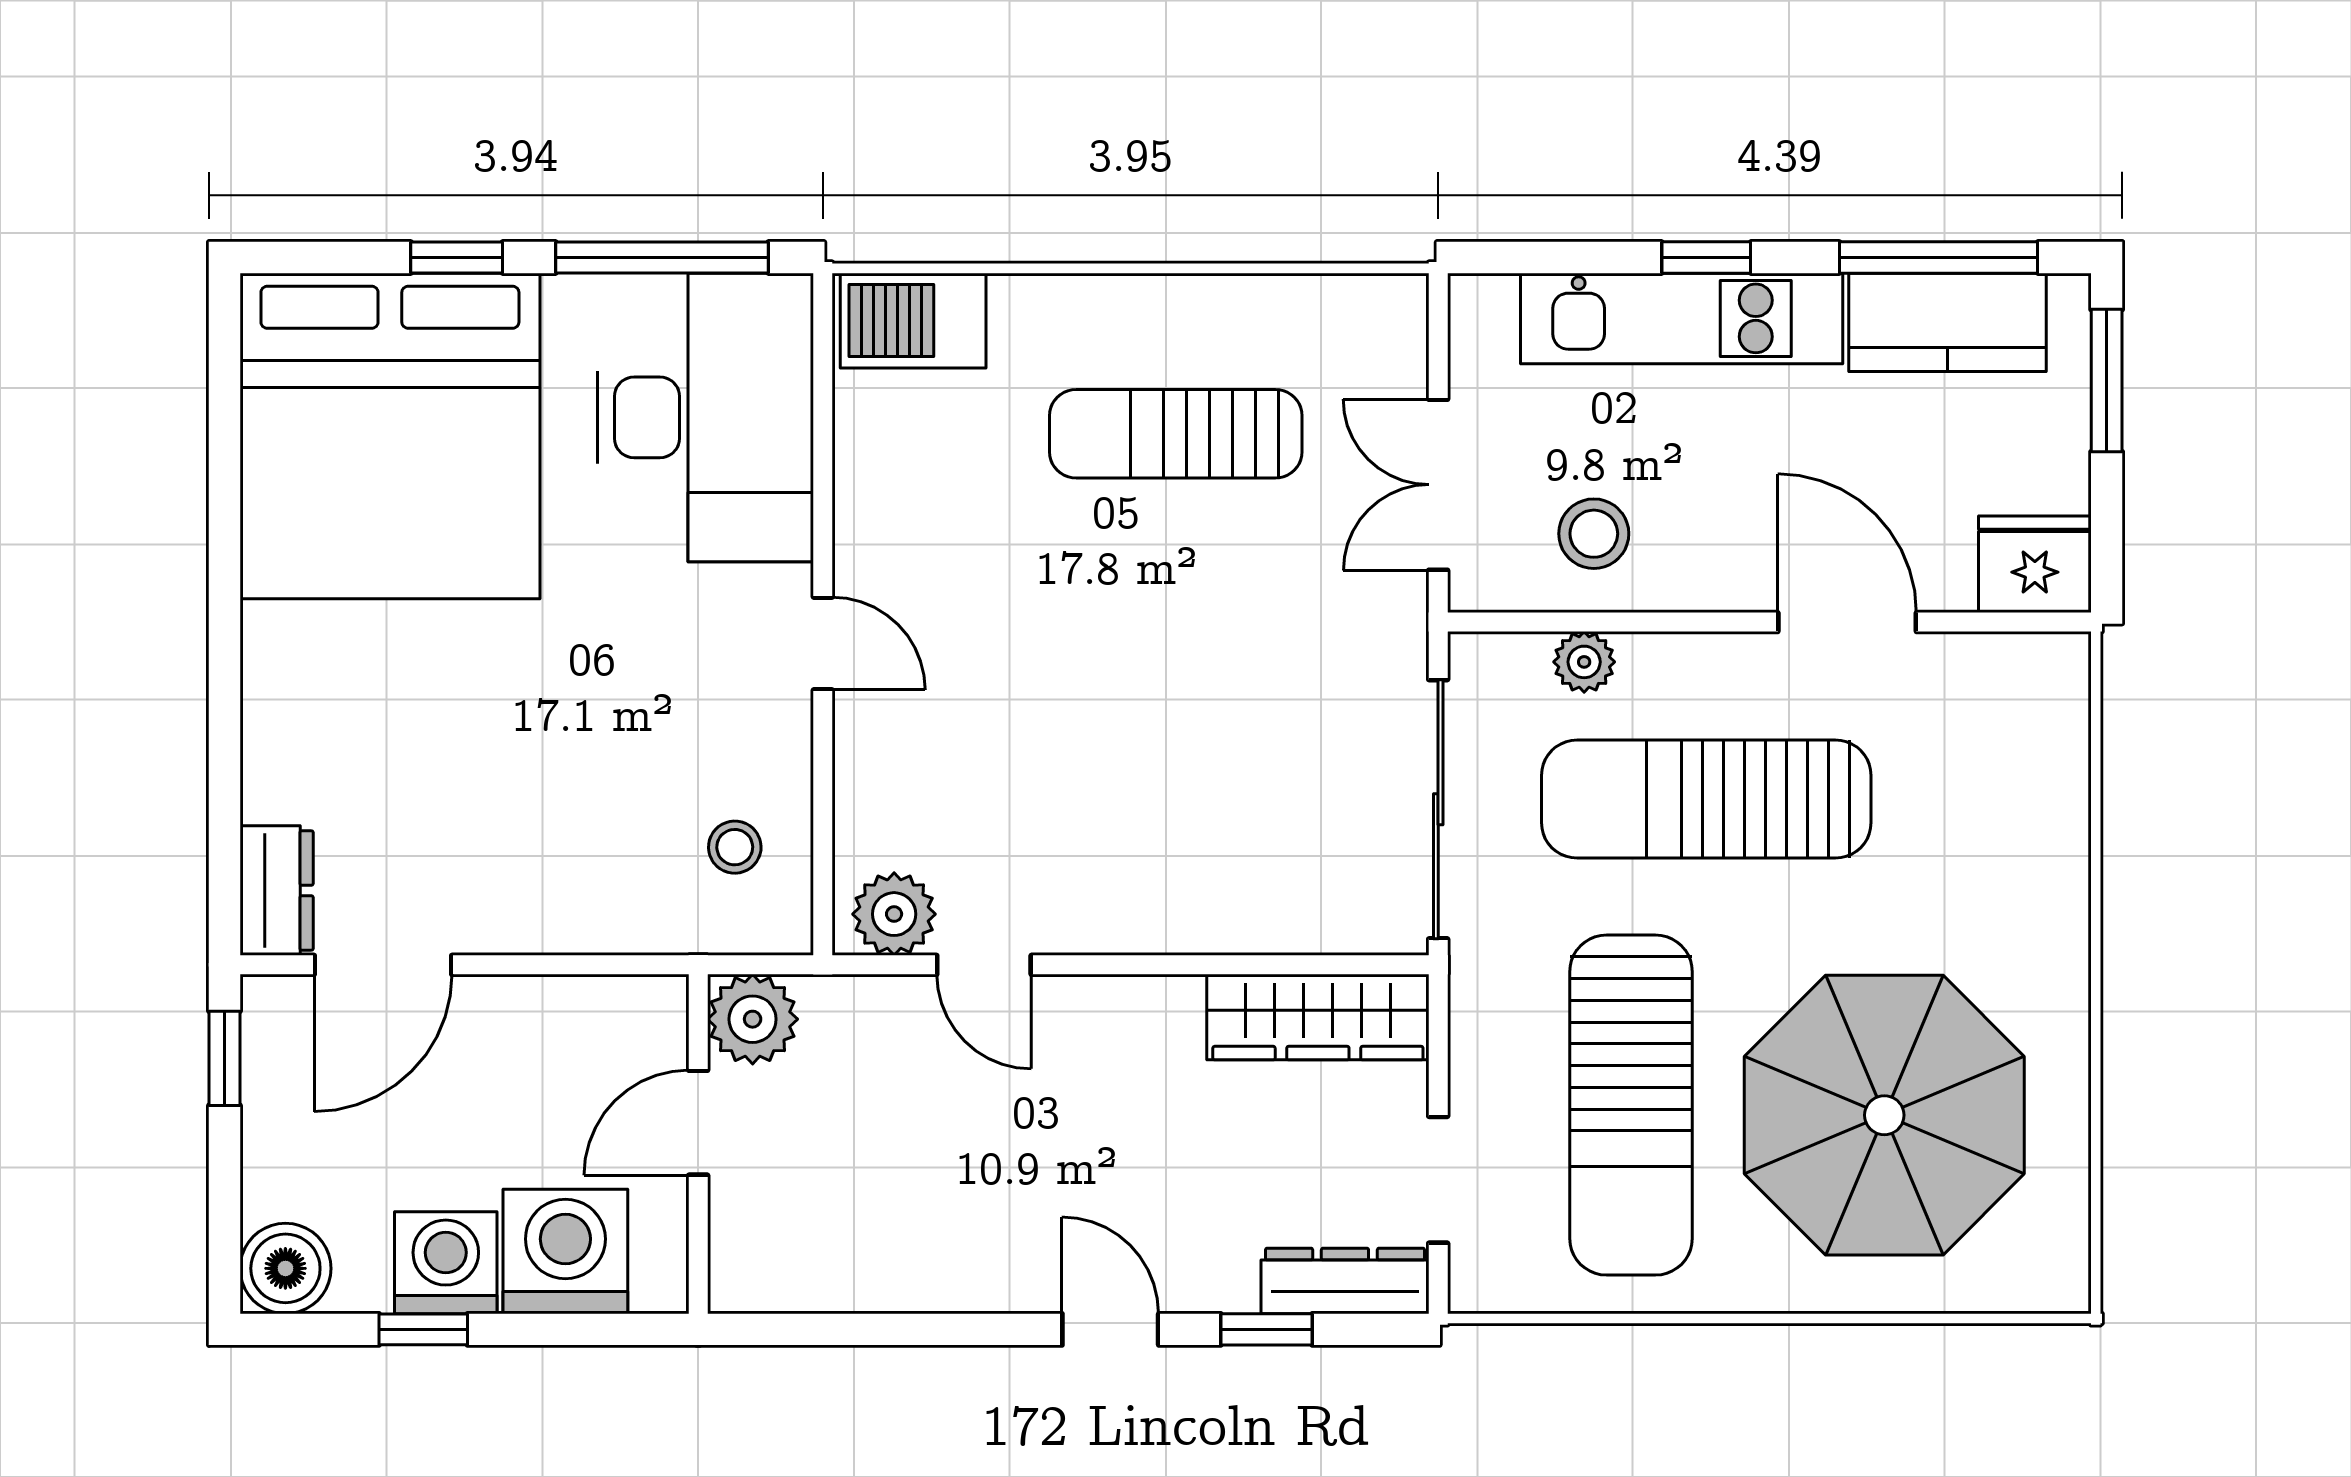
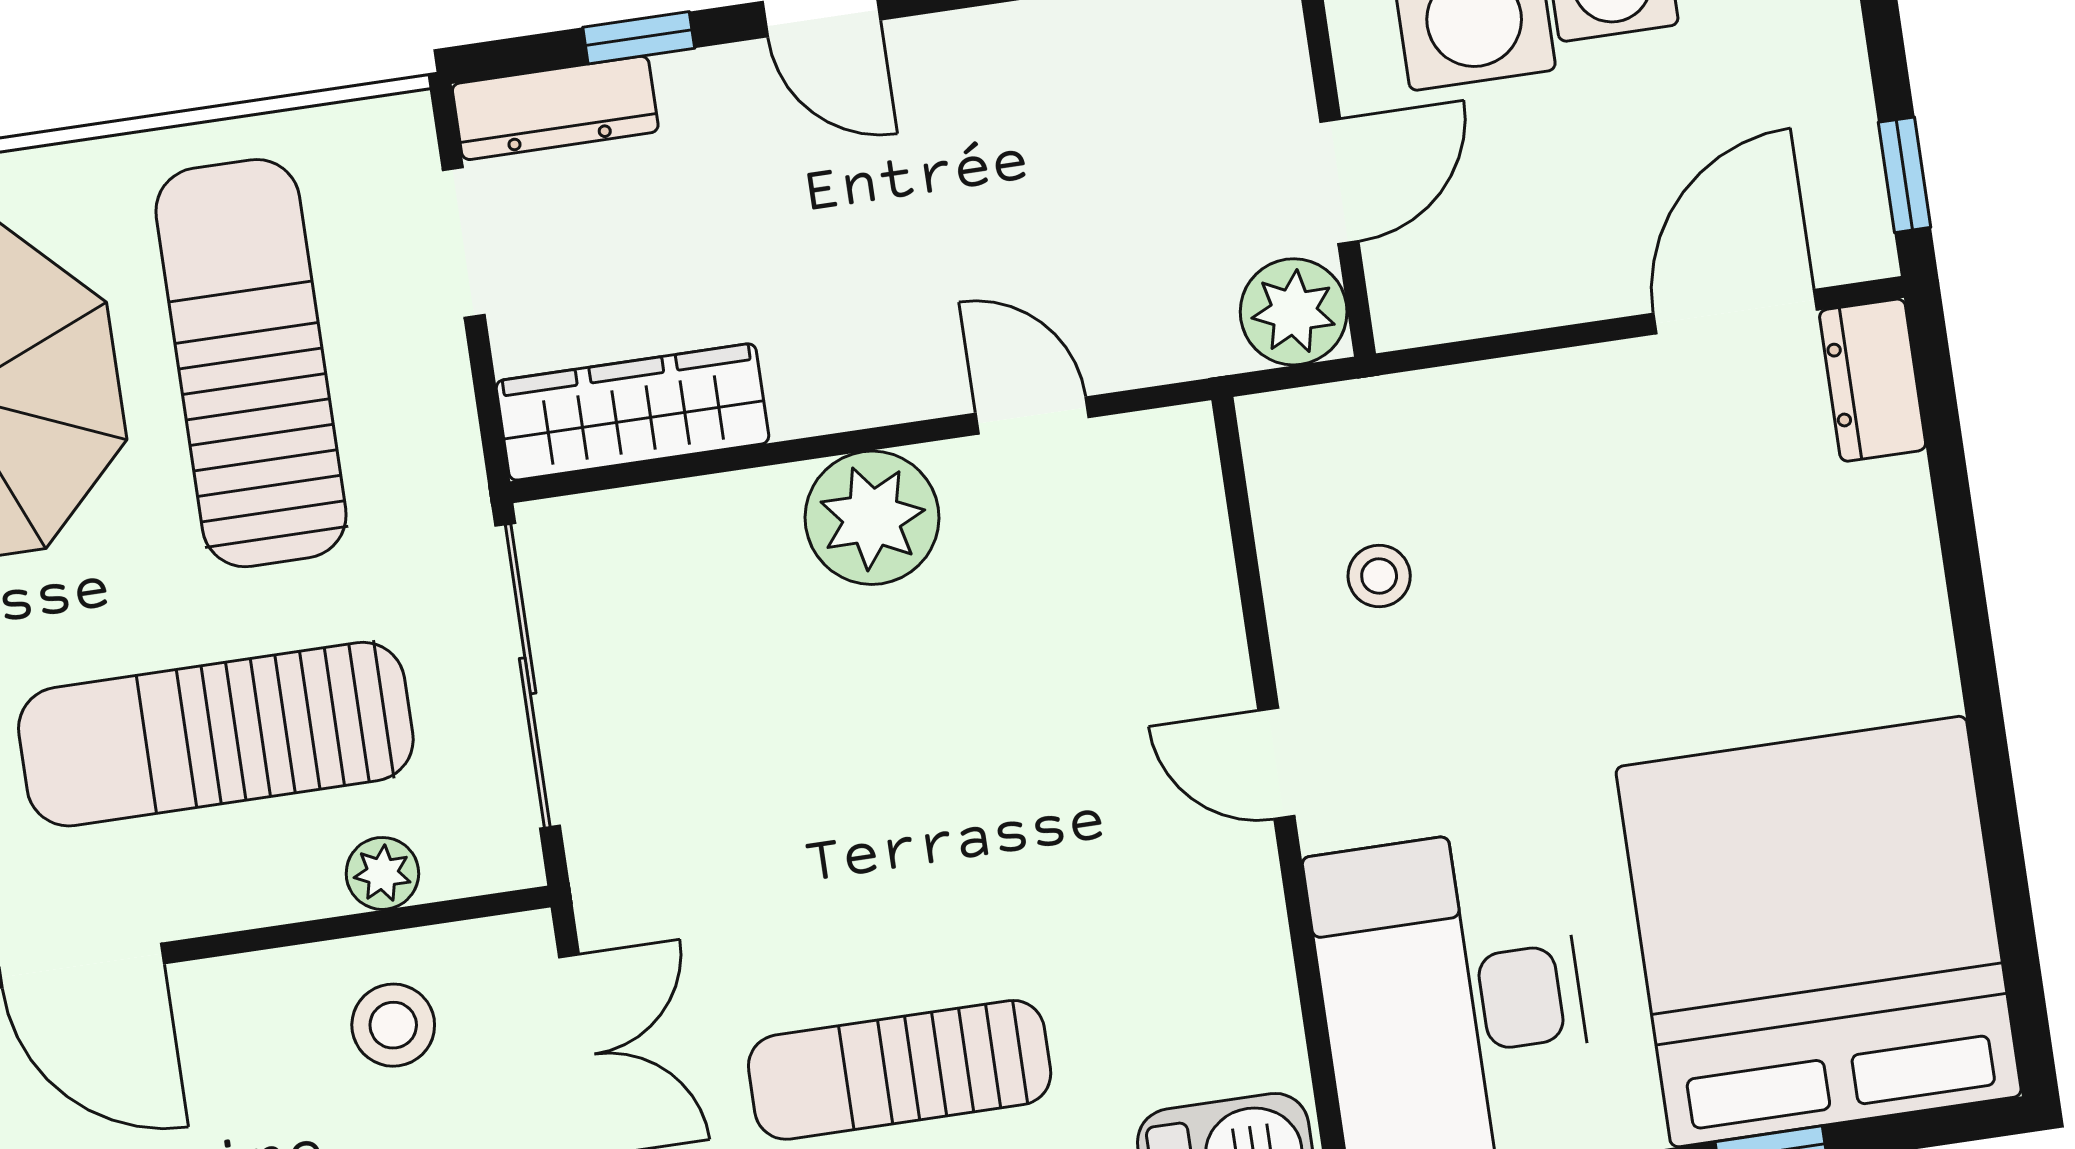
sun lounger: (1176, 434) -> (900, 1070), turned 180
sun lounger: (1706, 799) -> (216, 734), turned 180
stool: (735, 847) -> (1379, 576), moved
plant: (894, 914) -> (872, 518), moved, width x1.36, depth x1.36

